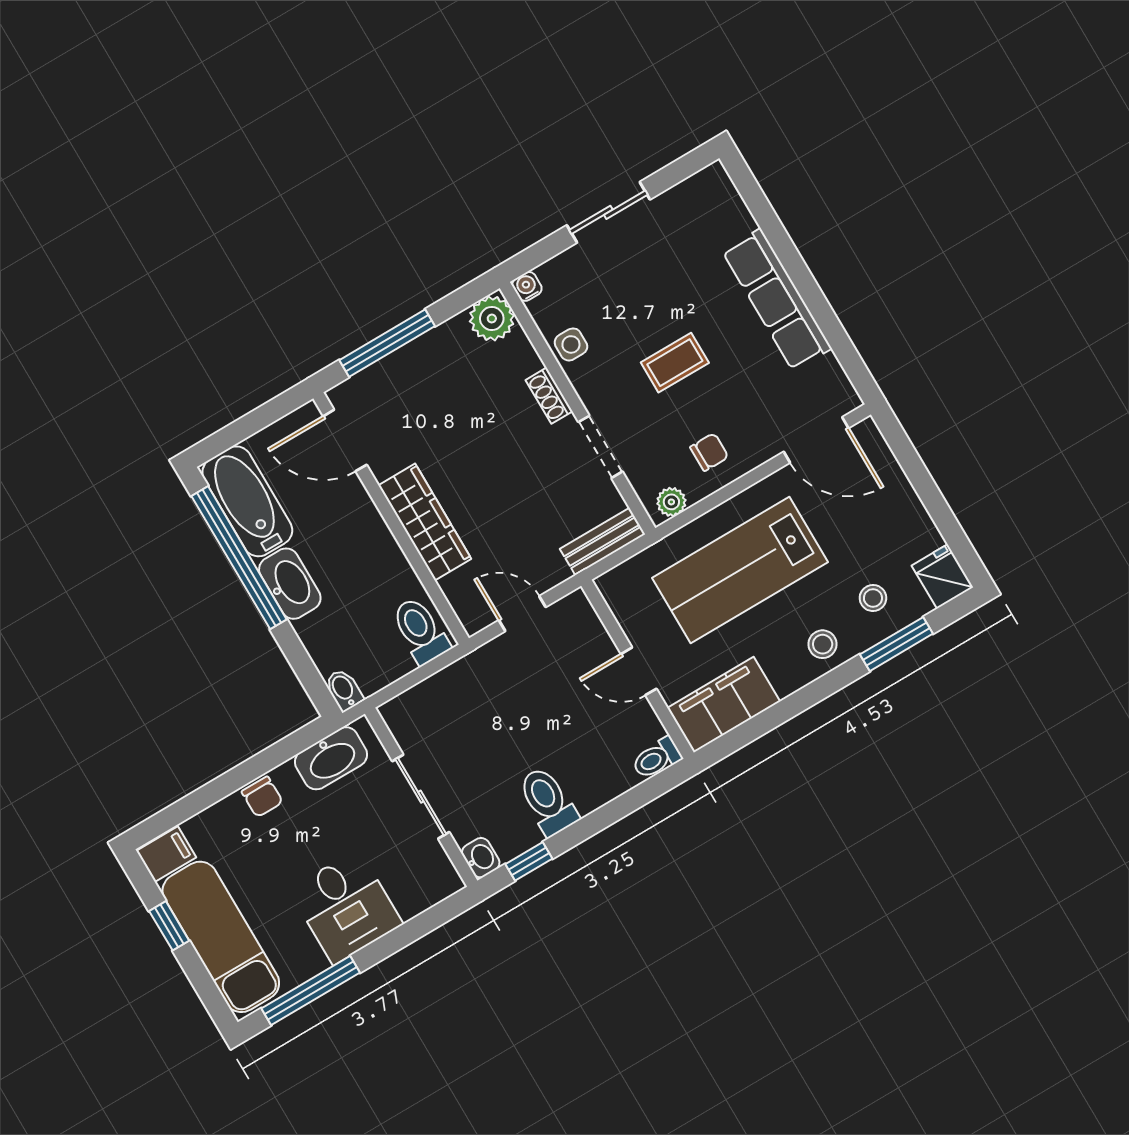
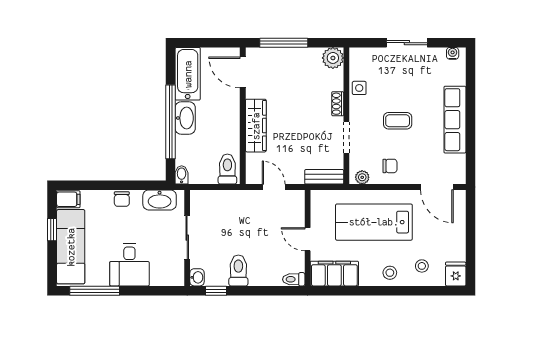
water cooler: (527, 286) -> (453, 53), moved
window: (239, 558) -> (171, 122), moved
window: (896, 644) -> (420, 291), removed

